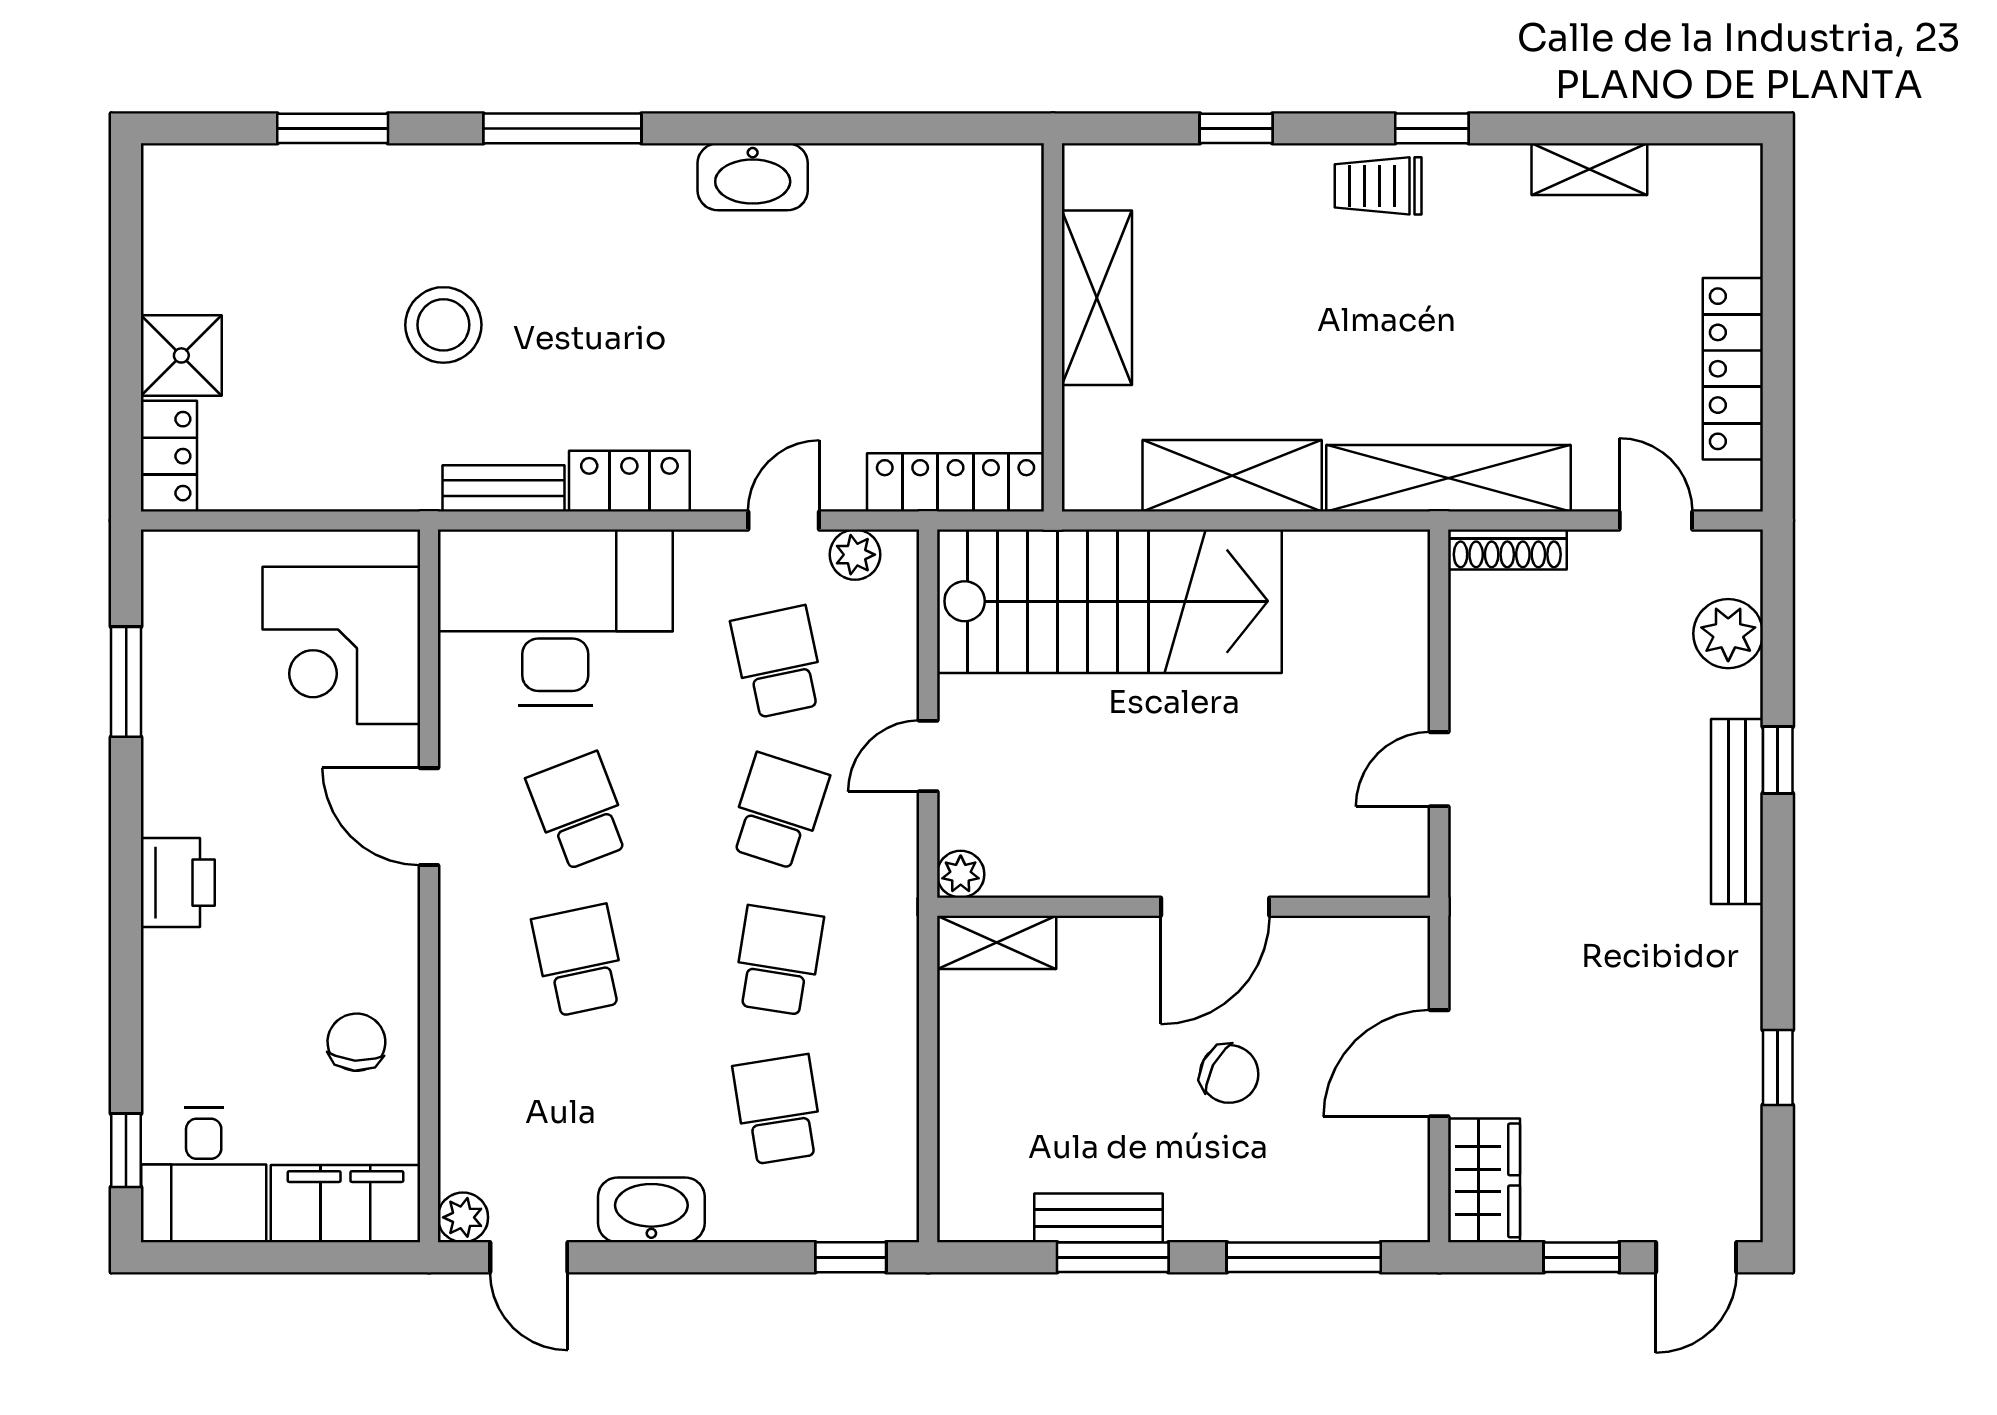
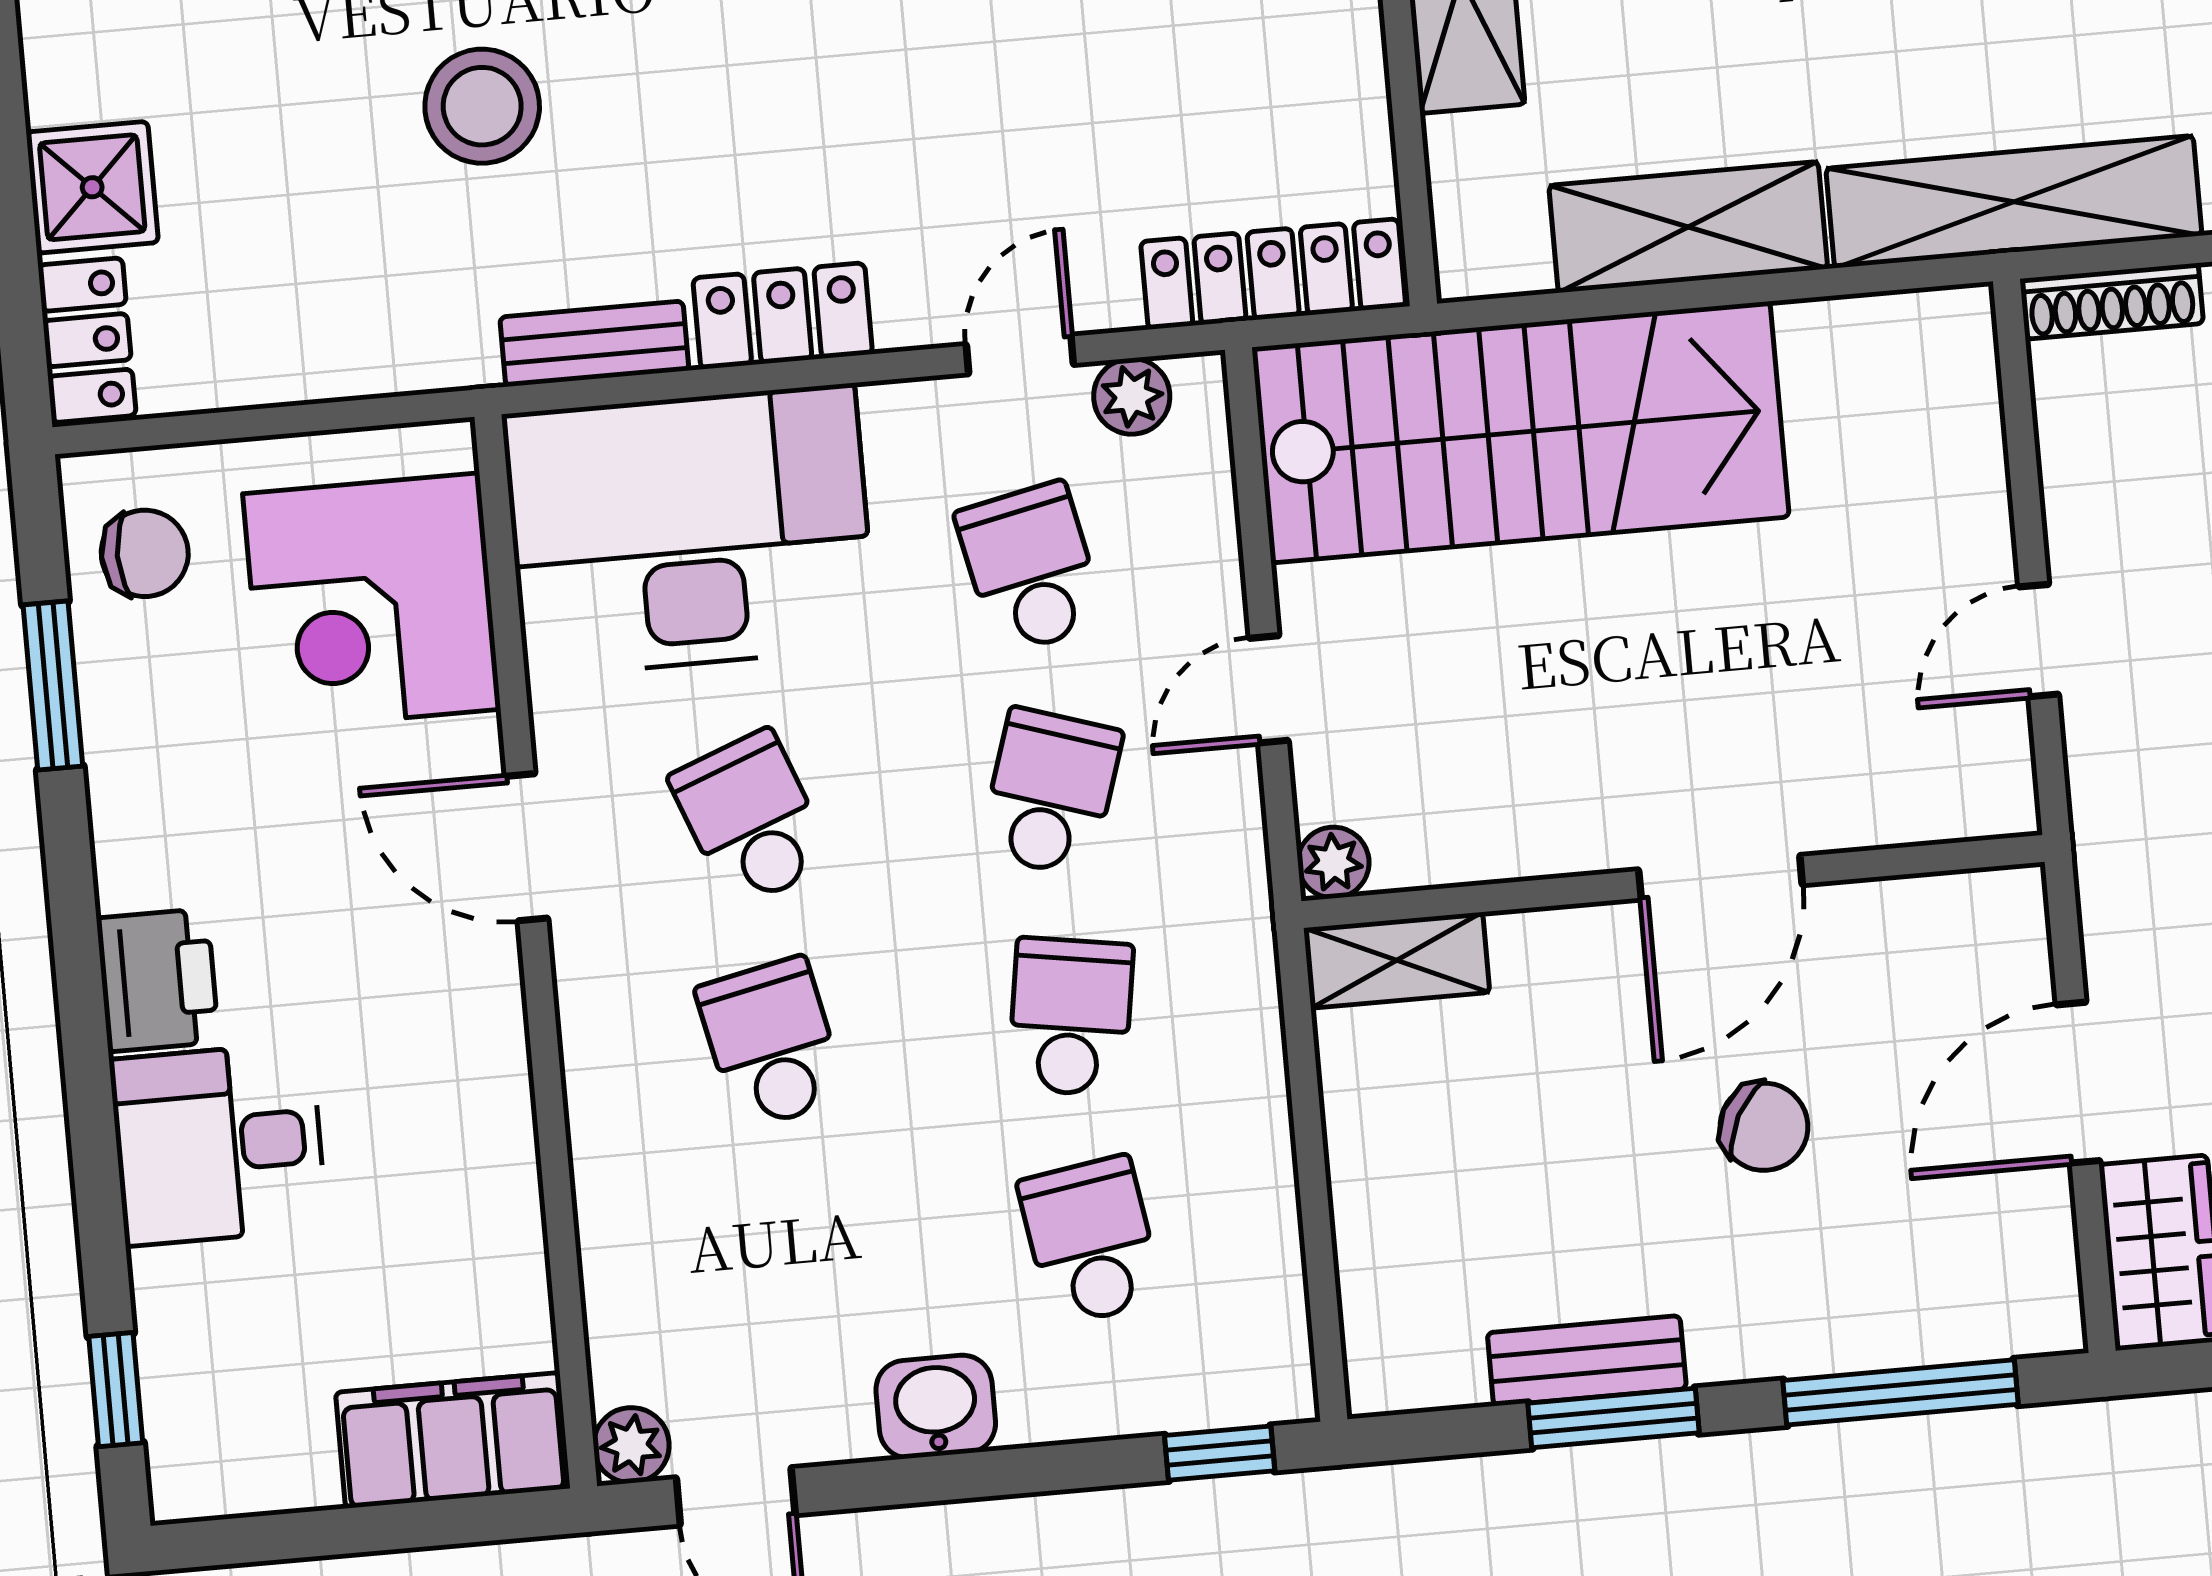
chair: (356, 1042) -> (145, 553), moved, turned 86
desk: (204, 1175) -> (218, 1144), moved, turned 90
washbasin: (651, 1210) -> (936, 1407), width x0.72

